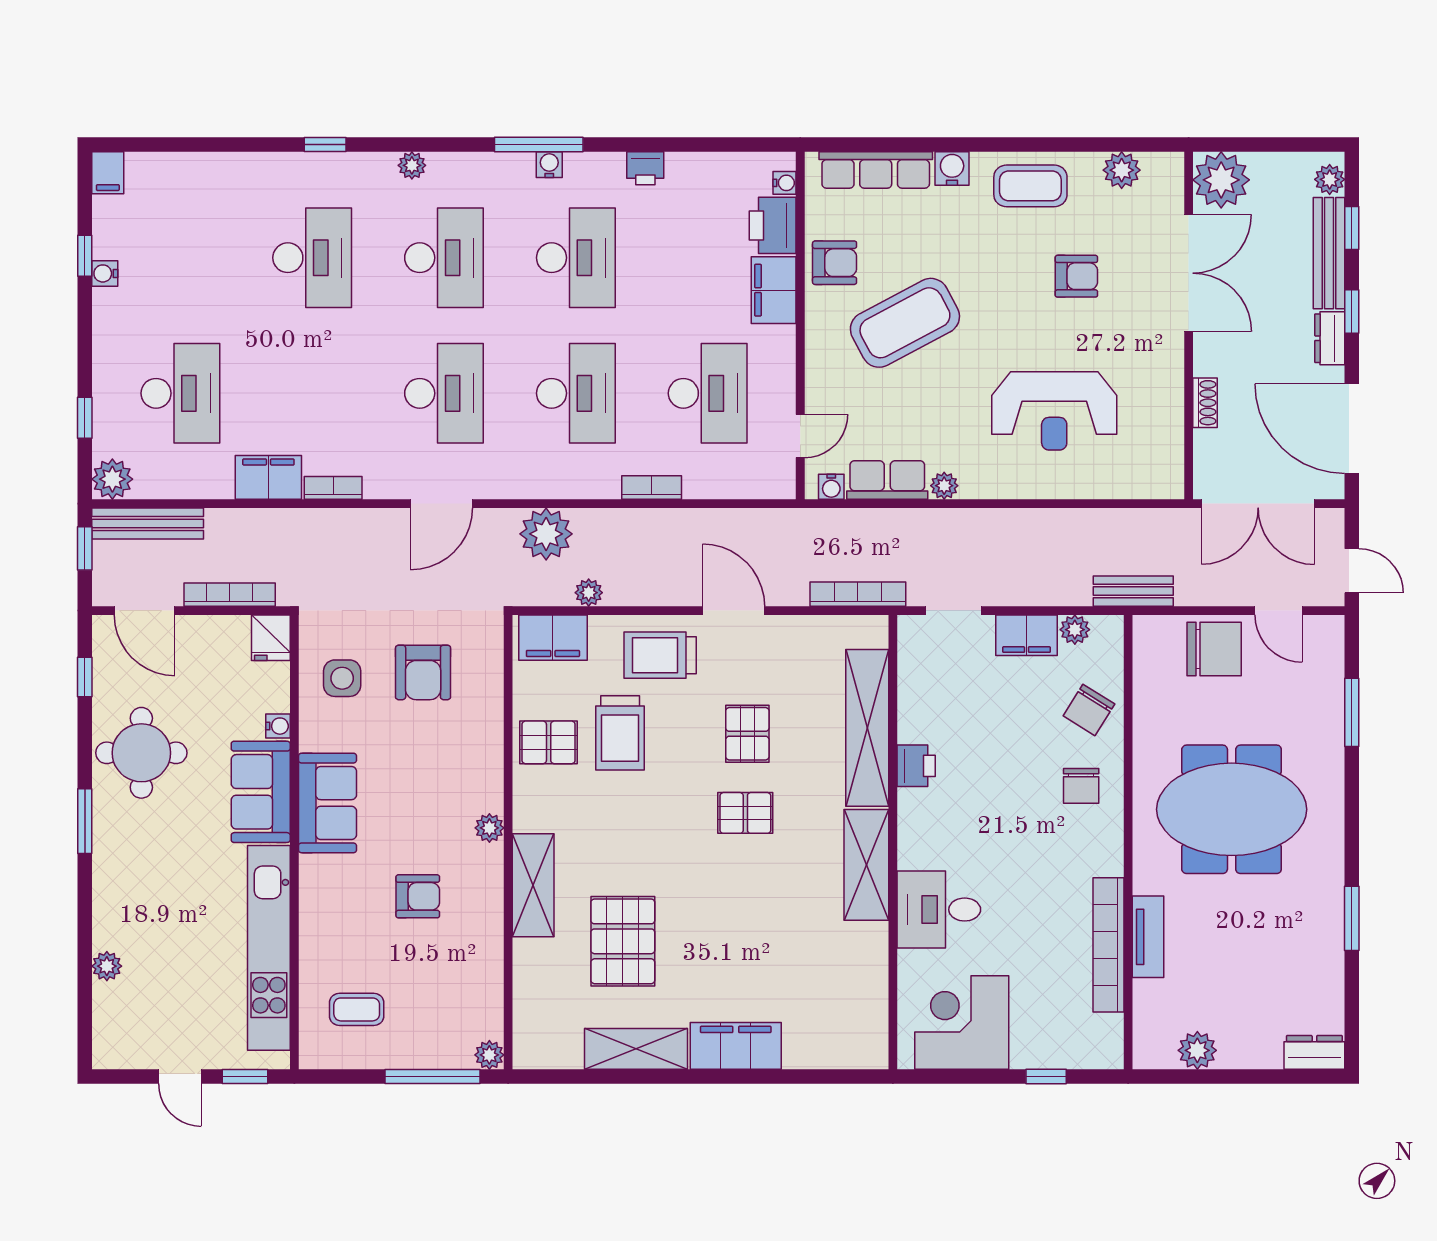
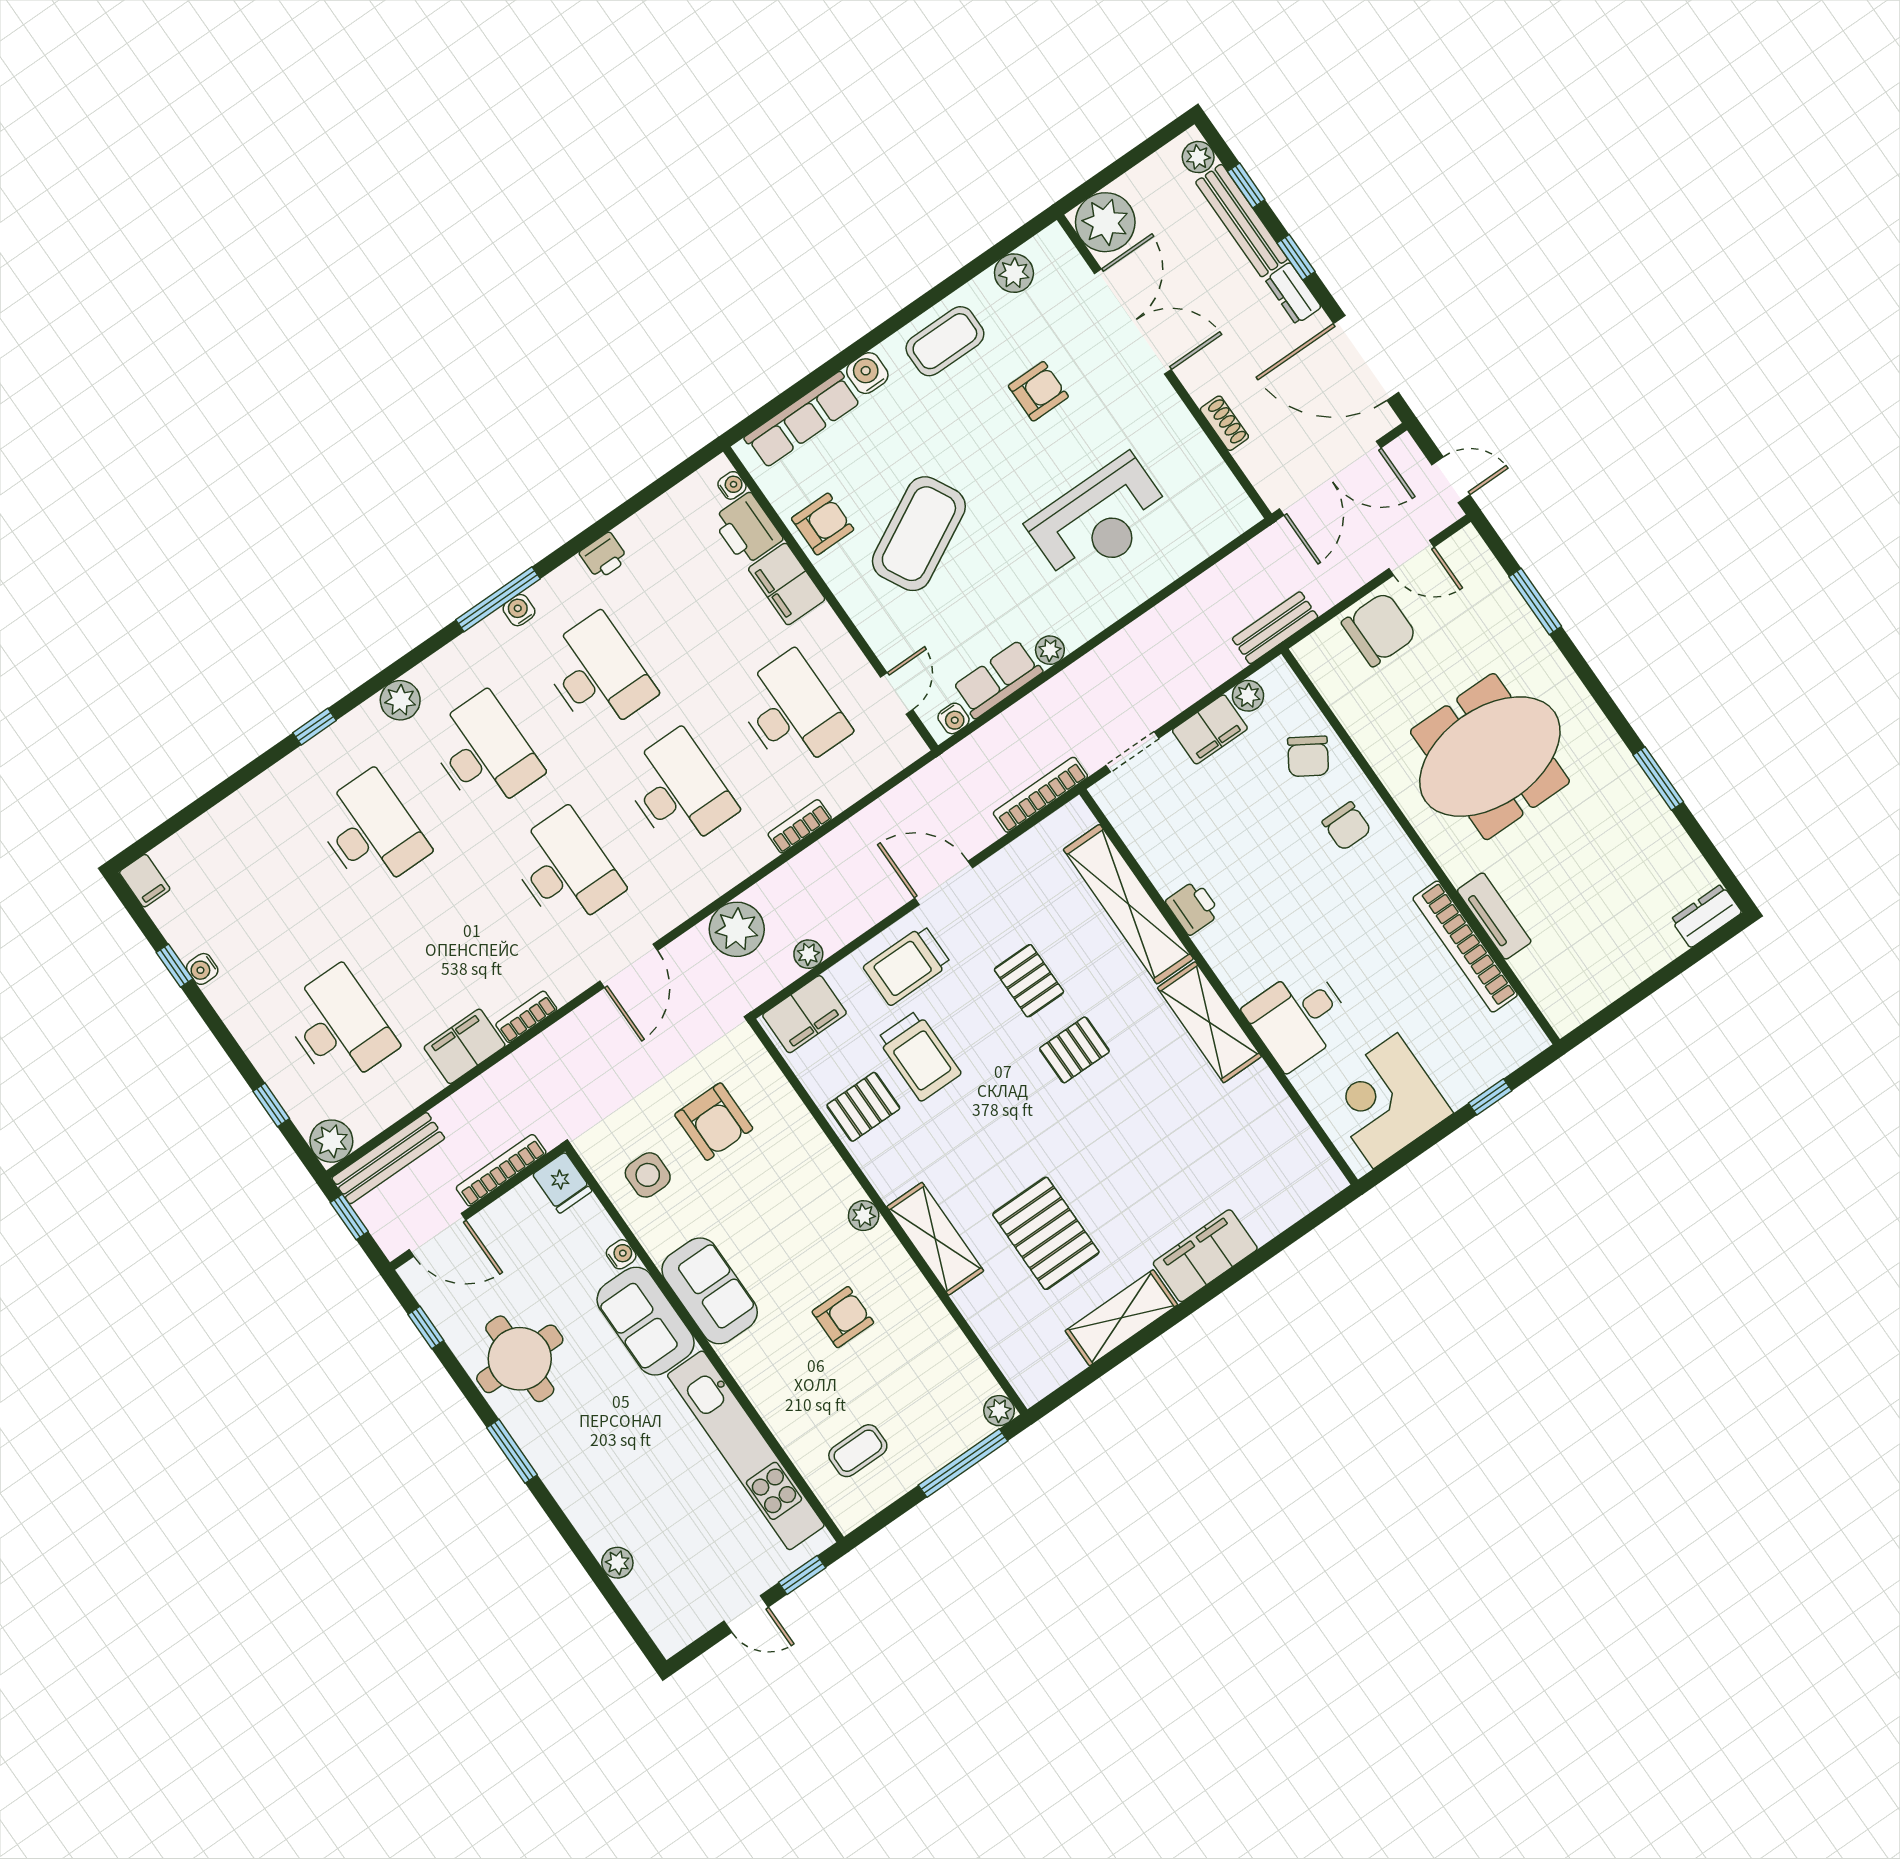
plant: (412, 165) -> (400, 700), width x1.38, depth x1.38
plant: (1197, 1050) -> (1604, 984), removed

